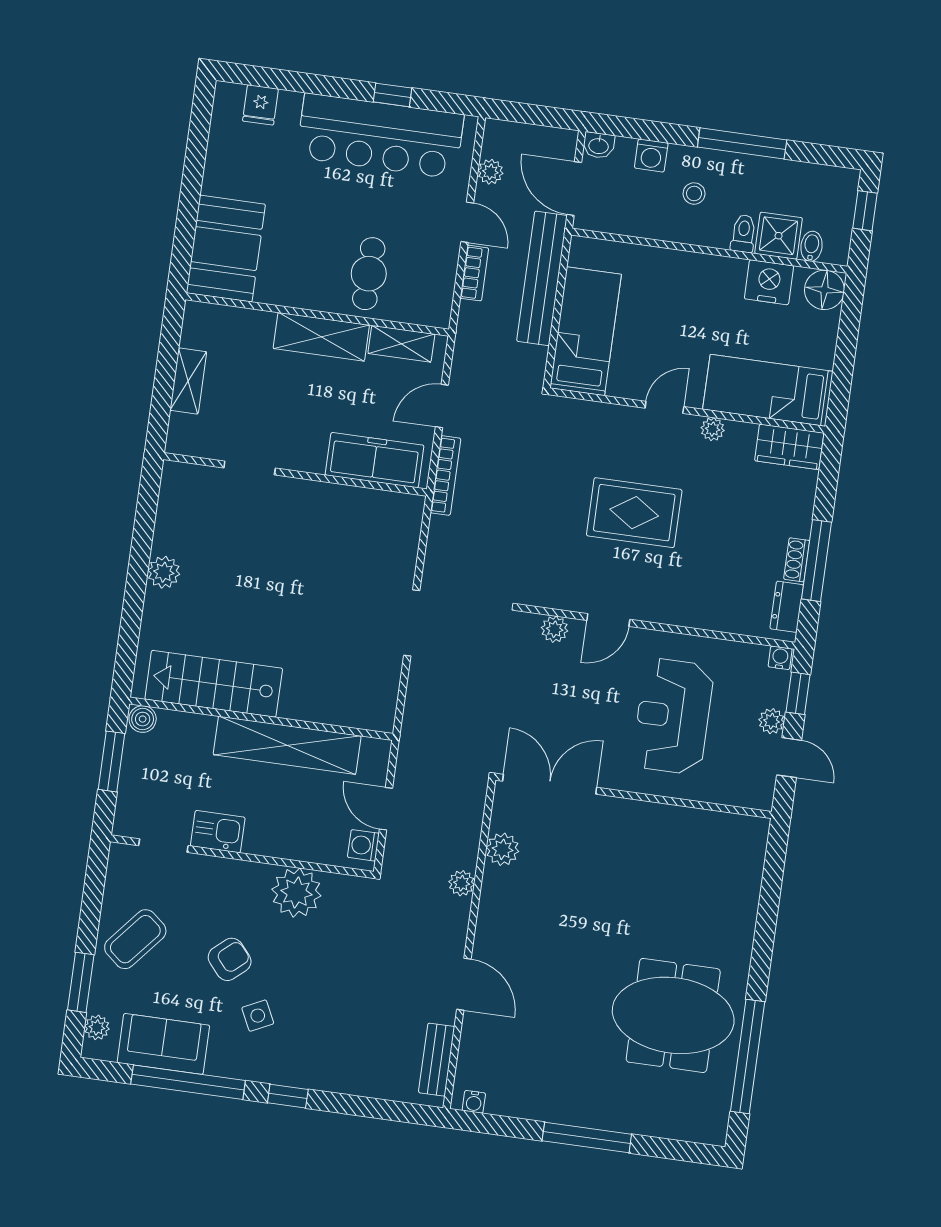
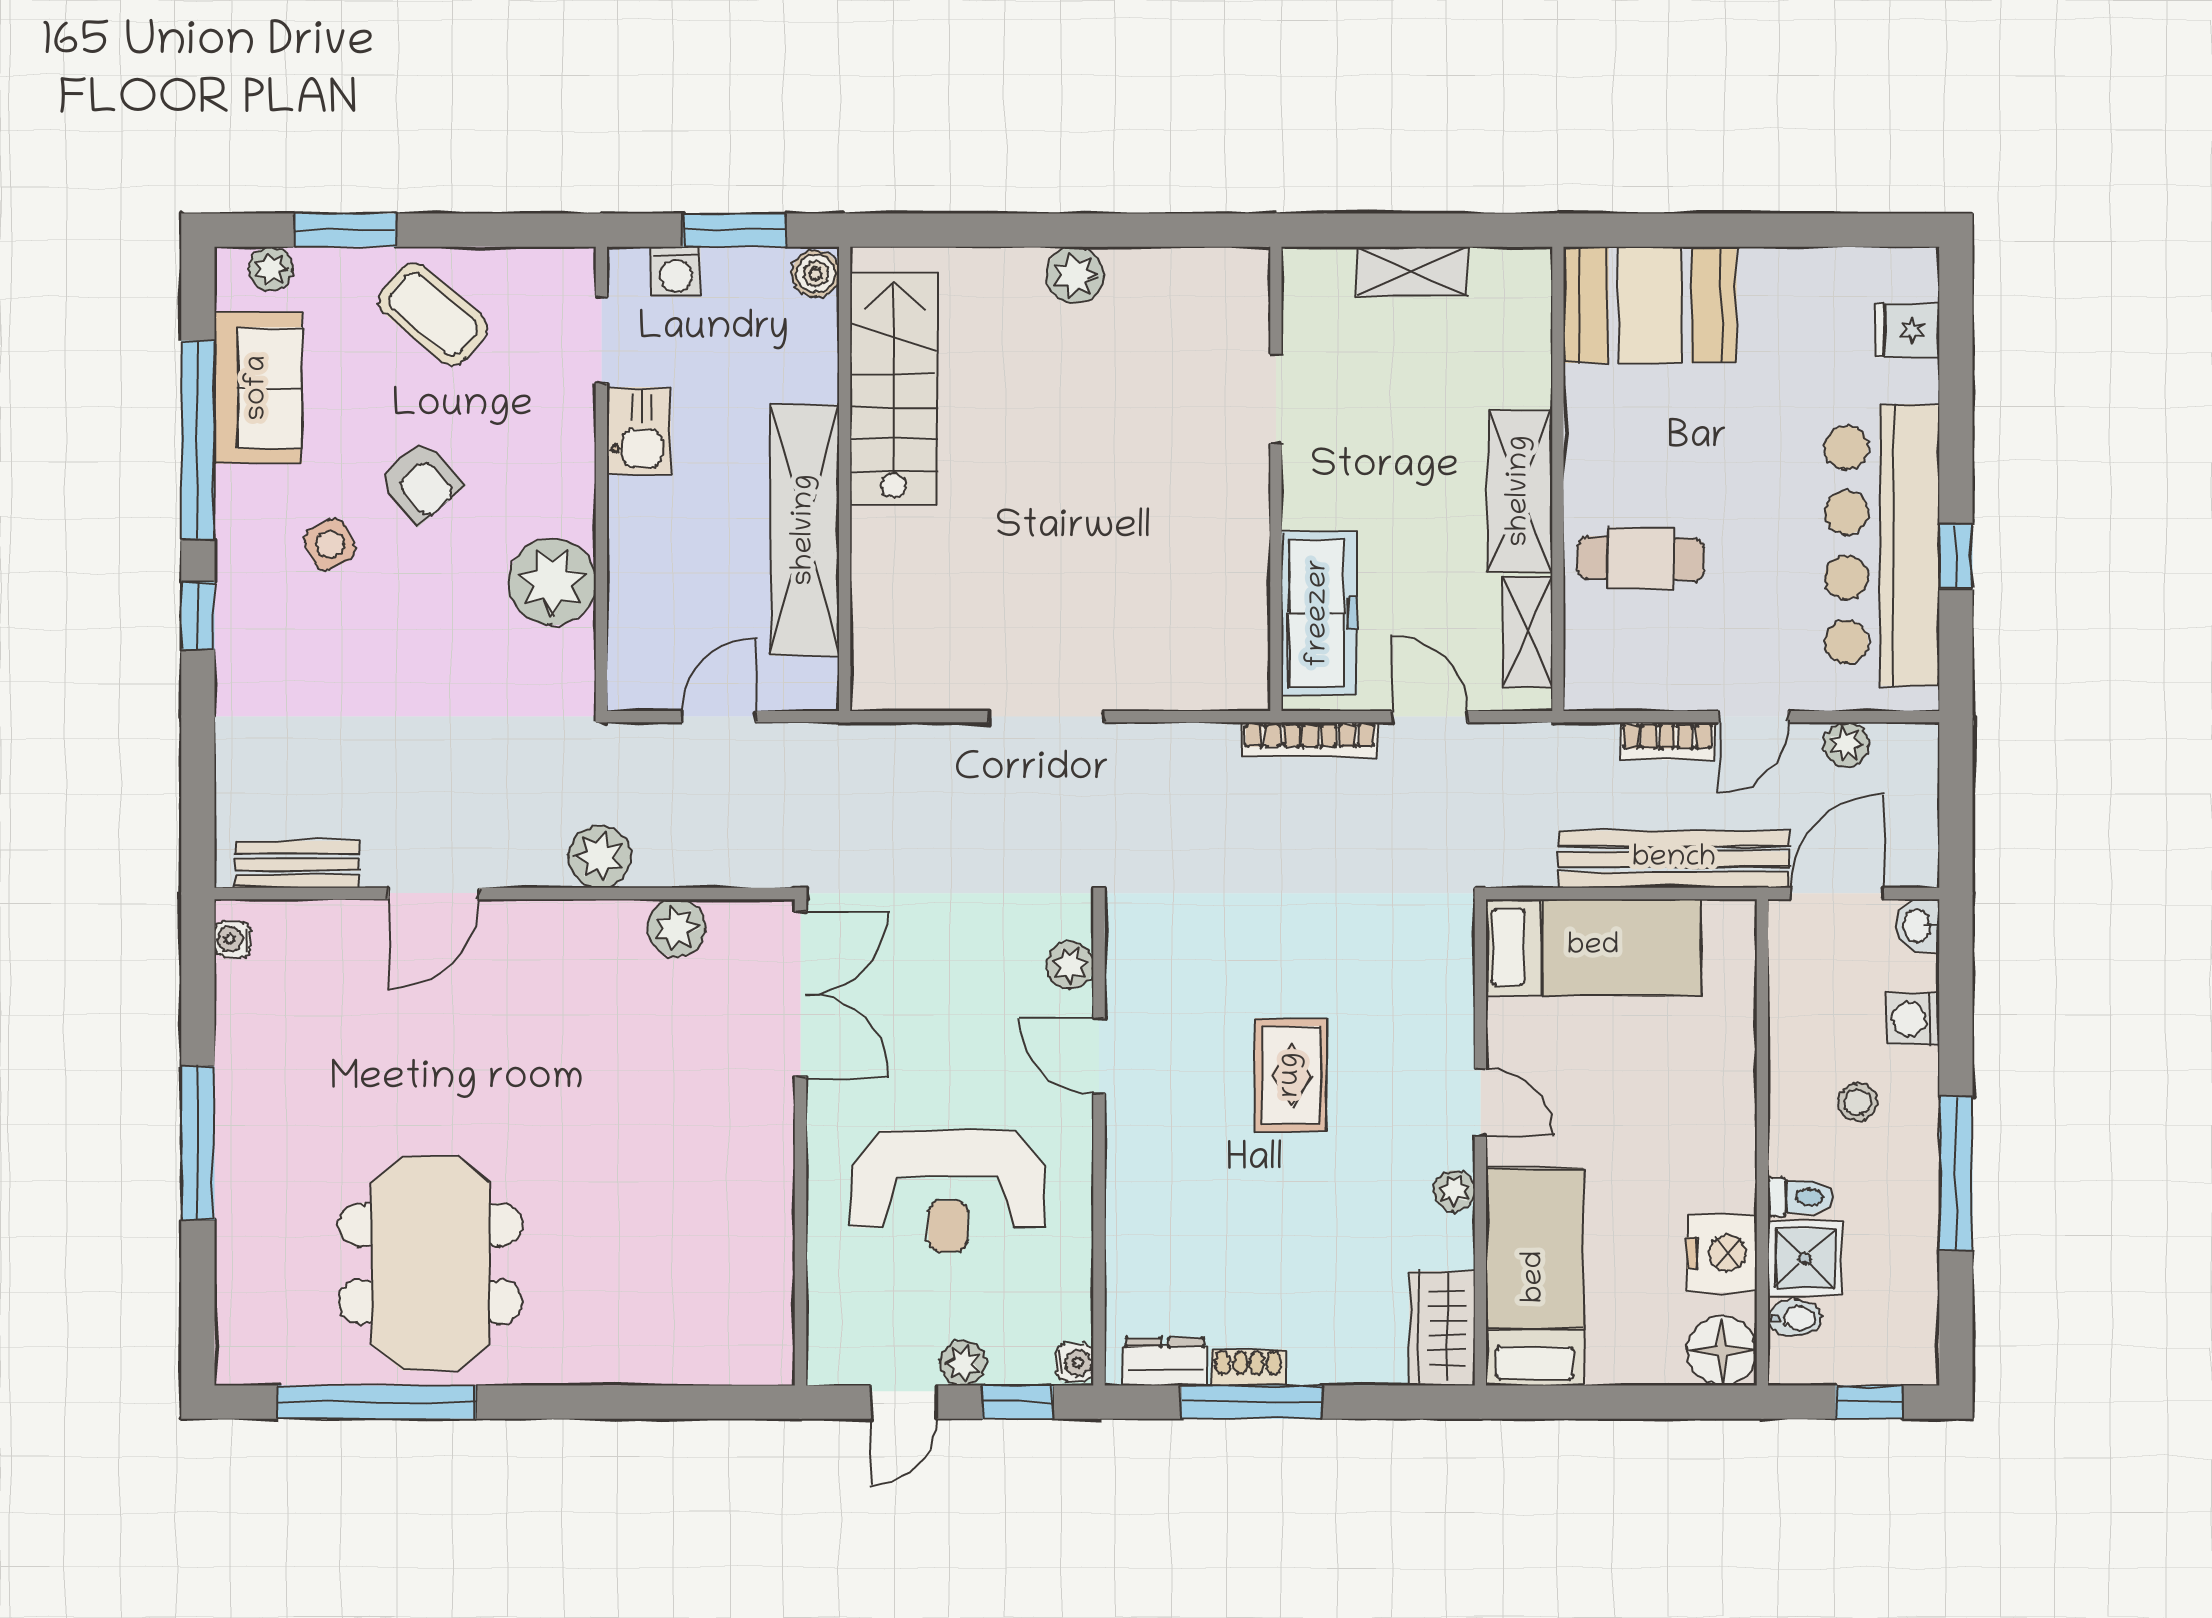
rug: (634, 513) -> (1291, 1075), width x0.73, depth x0.70
reception desk: (673, 716) -> (948, 1191), turned 180
washing machine: (363, 845) -> (676, 271), moved, turned 180
plant: (462, 883) -> (600, 857), width x1.38, depth x1.38

